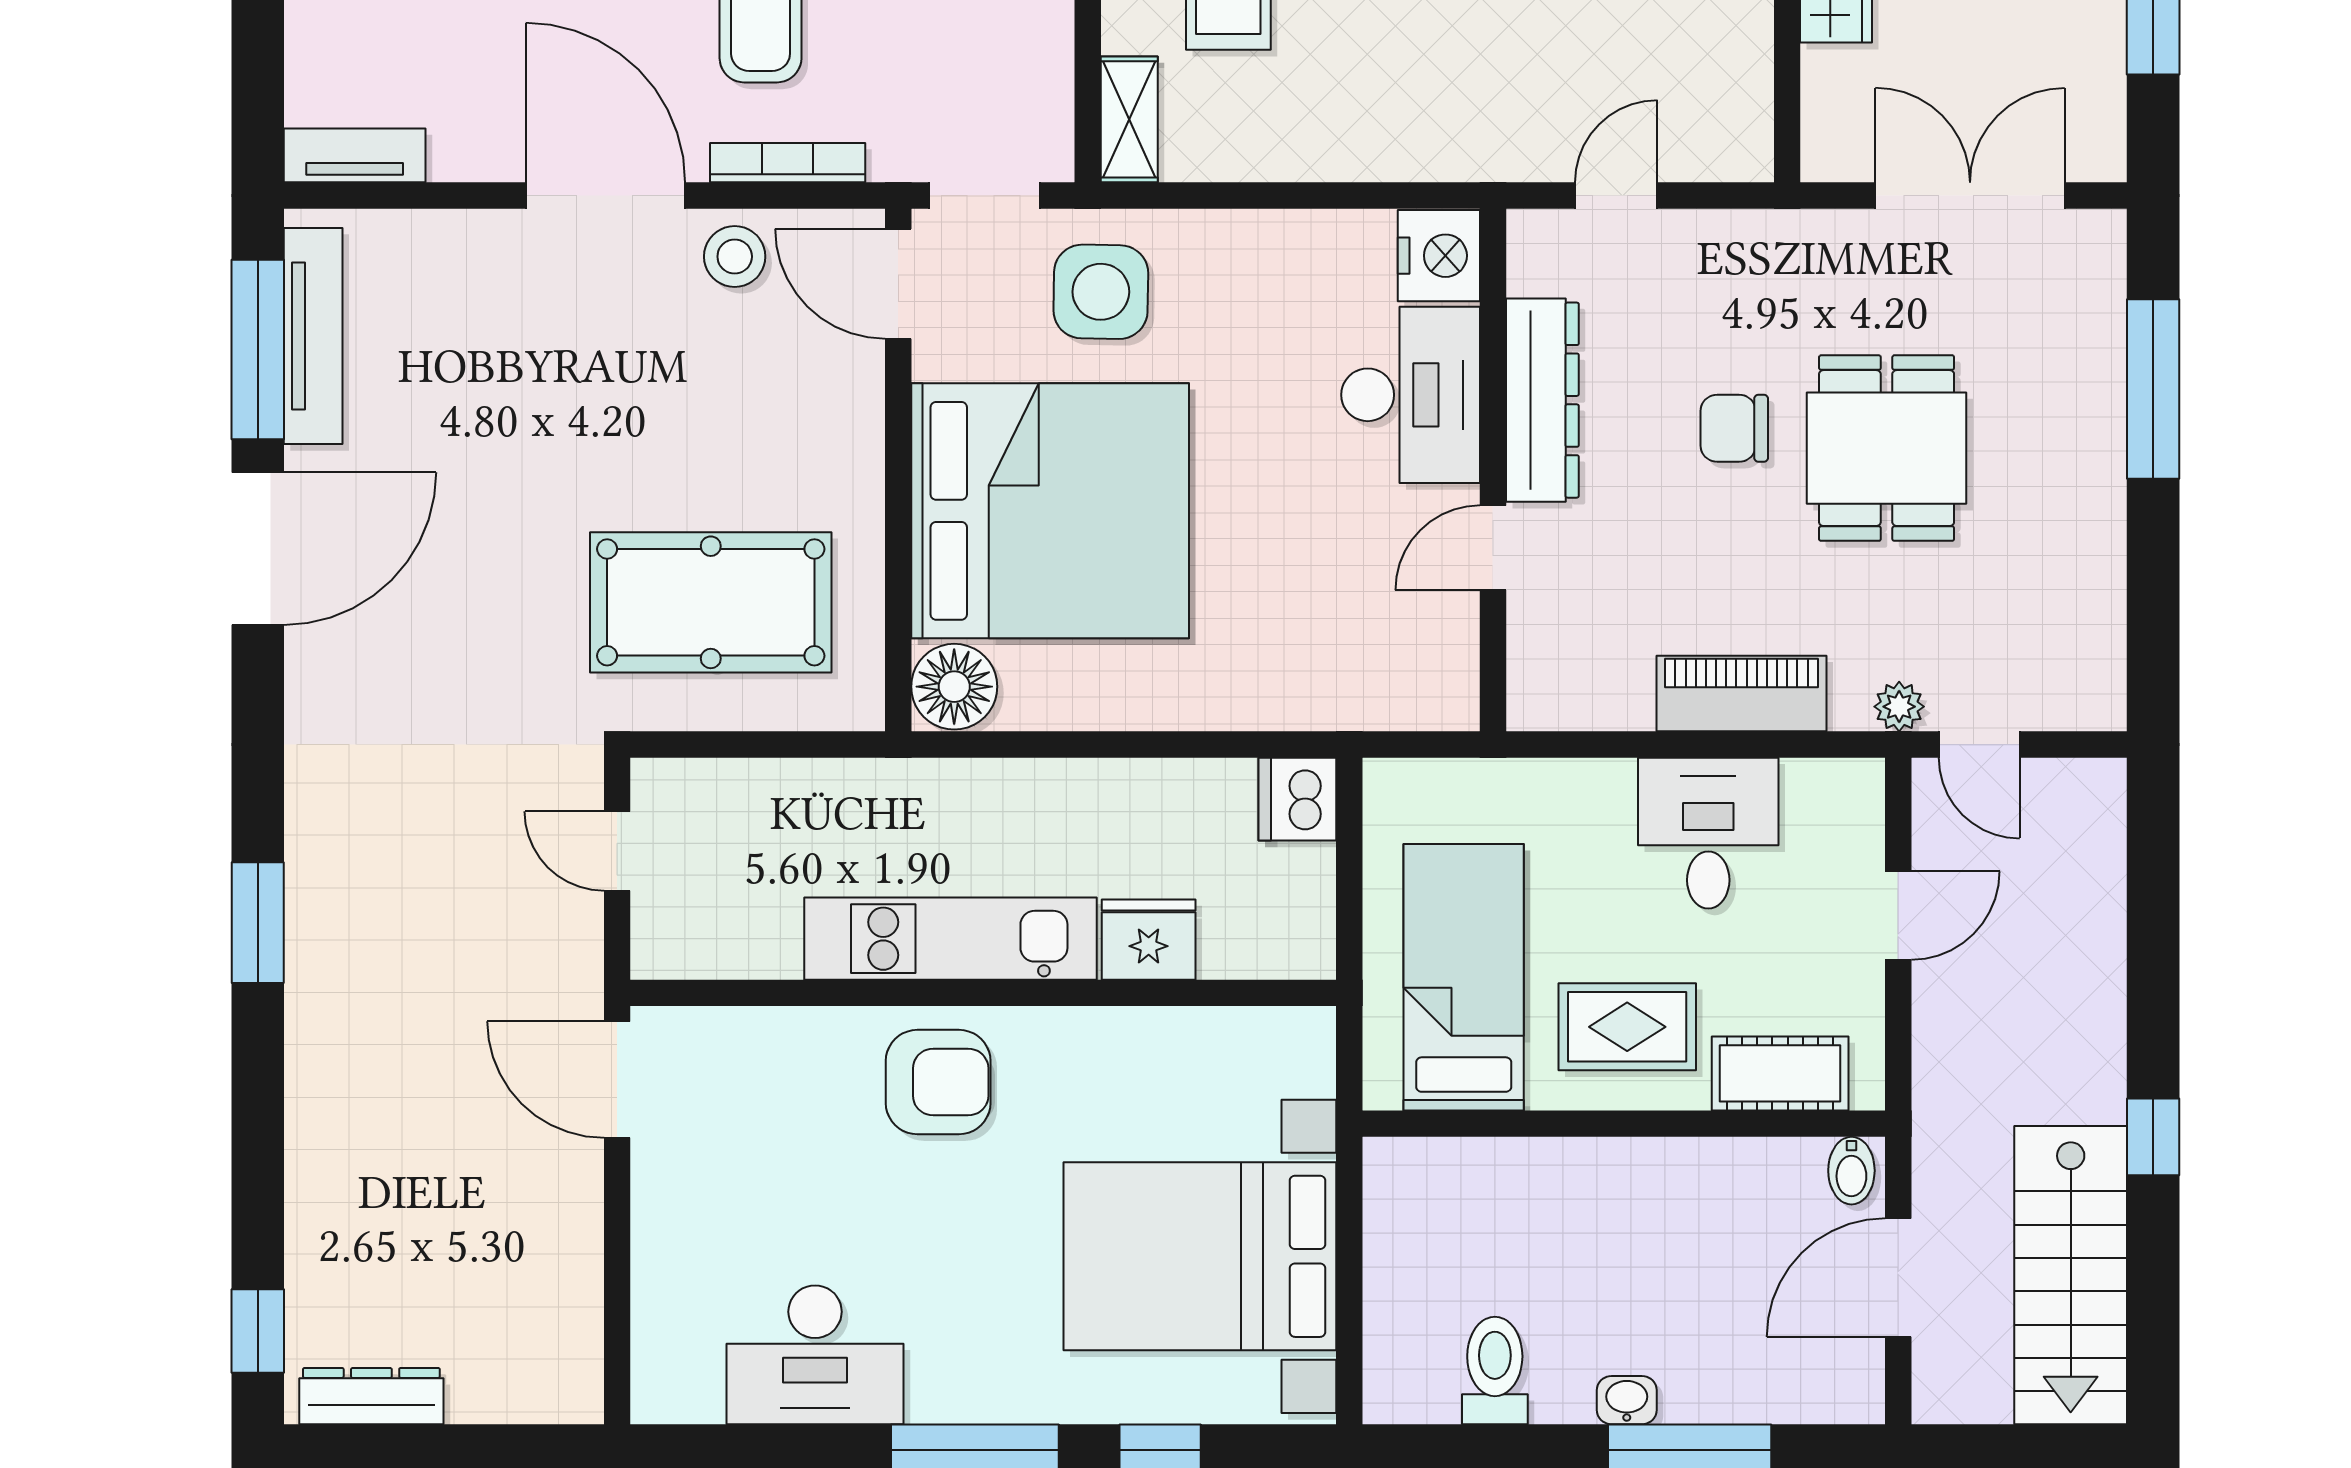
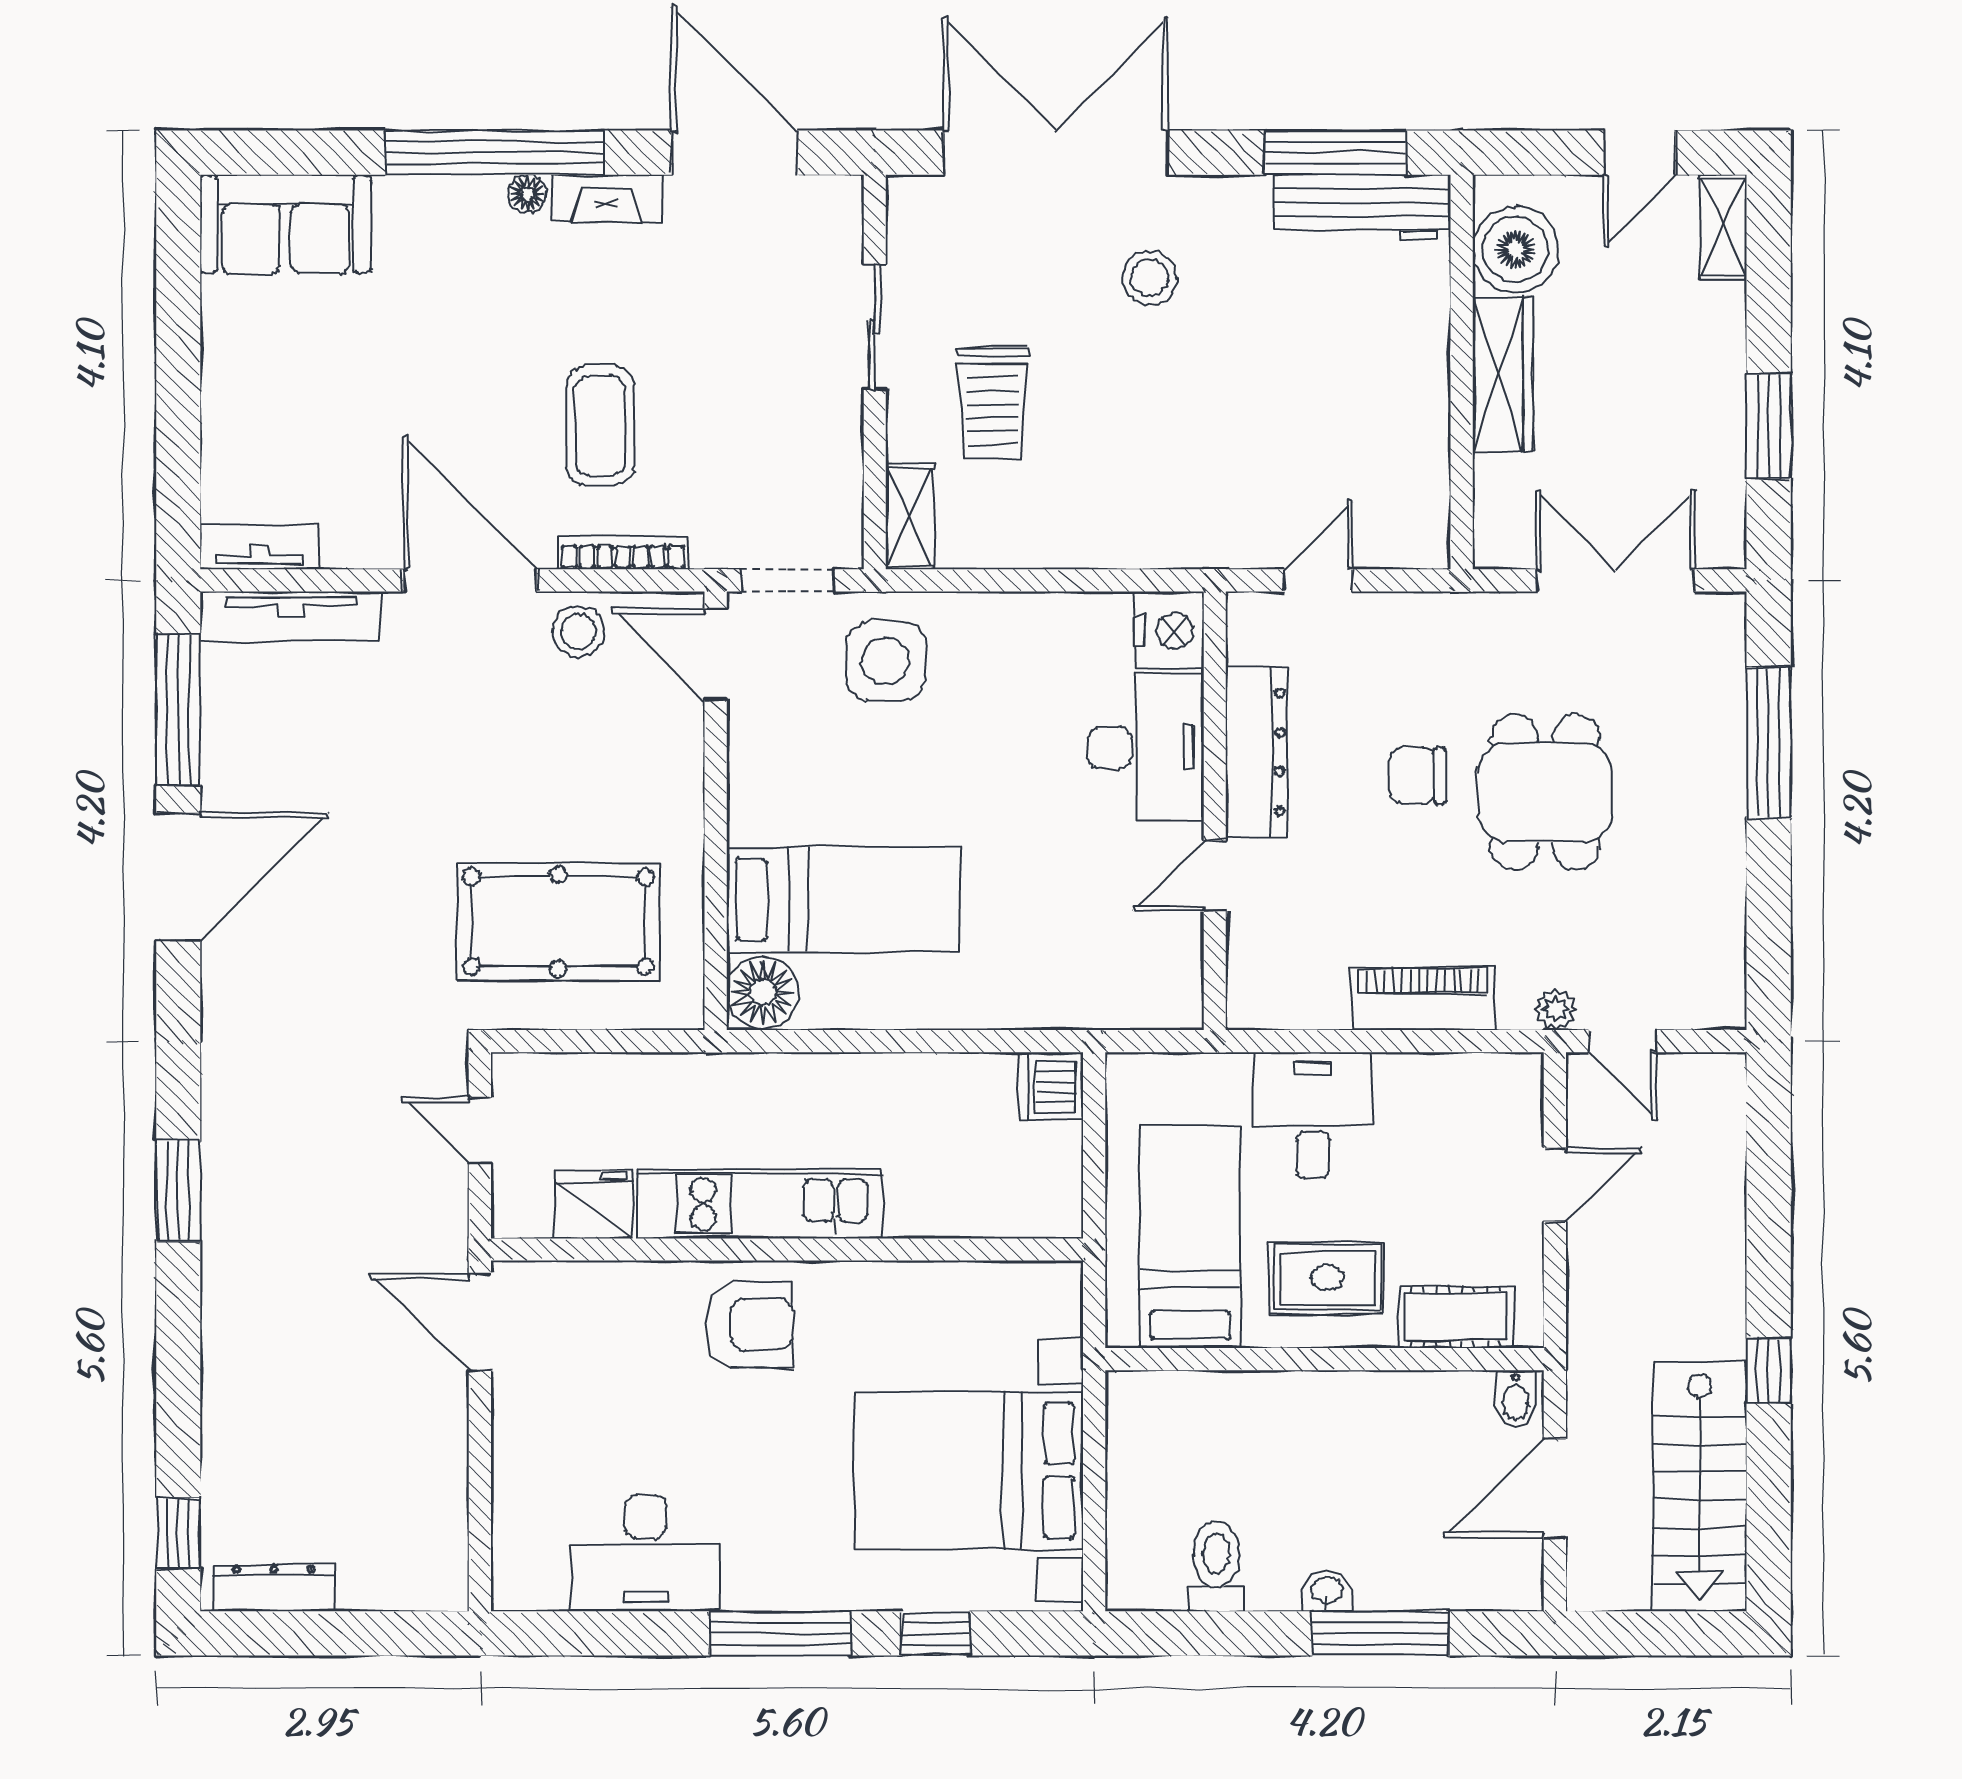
tv unit: (313, 336) -> (291, 616), moved, turned 90
bed: (1050, 511) -> (843, 900), width x0.49
desk: (1708, 833) -> (1313, 1115), moved
fridge: (1149, 940) -> (593, 1205), moved

